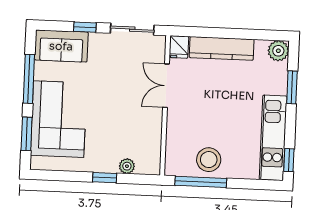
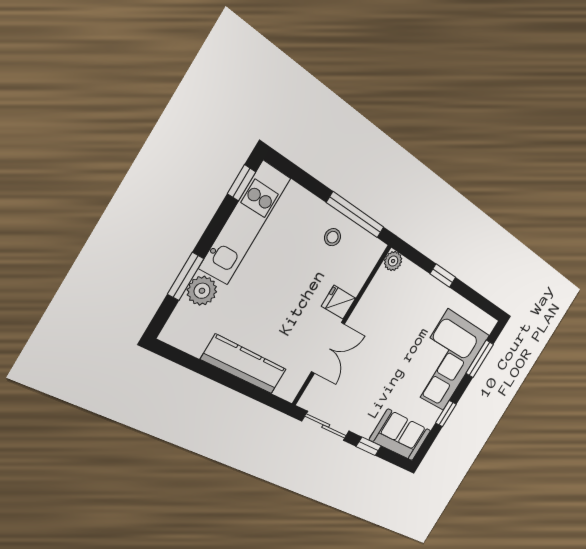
fridge: (179, 47) -> (339, 302), moved, turned -90
plant: (278, 51) -> (202, 291), moved
window: (29, 79) -> (446, 414), width x0.46
stool: (209, 160) -> (333, 237), width x0.53, depth x0.53
plant: (127, 166) -> (393, 261), moved

